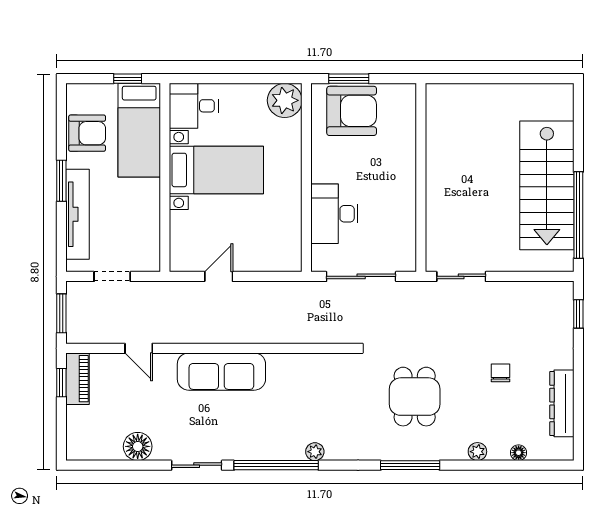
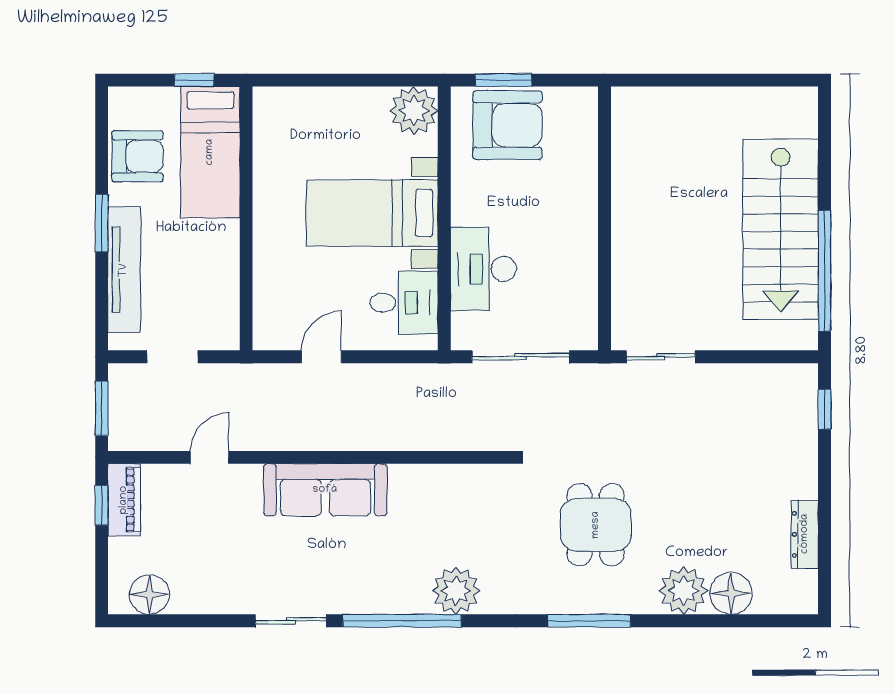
desk: (194, 106) -> (404, 303), moved, turned 180
bed with nightstands: (216, 170) -> (372, 213), moved, turned 180
door: (139, 348) -> (210, 457), swing flipped
chair: (500, 373) -> (716, 492), removed
dresser: (562, 403) -> (805, 534), width x0.73, depth x0.80
floor lamp: (138, 446) -> (149, 595), moved
plant: (315, 452) -> (456, 591), width x1.88, depth x1.88
plant: (477, 452) -> (683, 591), width x1.88, depth x1.88
floor lamp: (519, 453) -> (731, 593), width x1.89, depth x1.89

